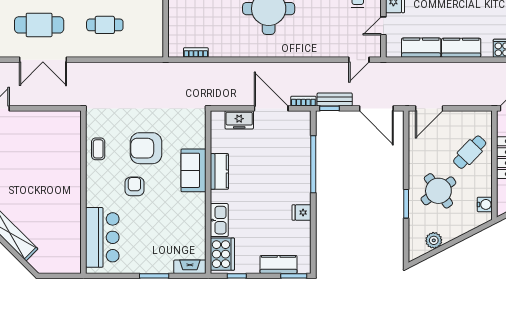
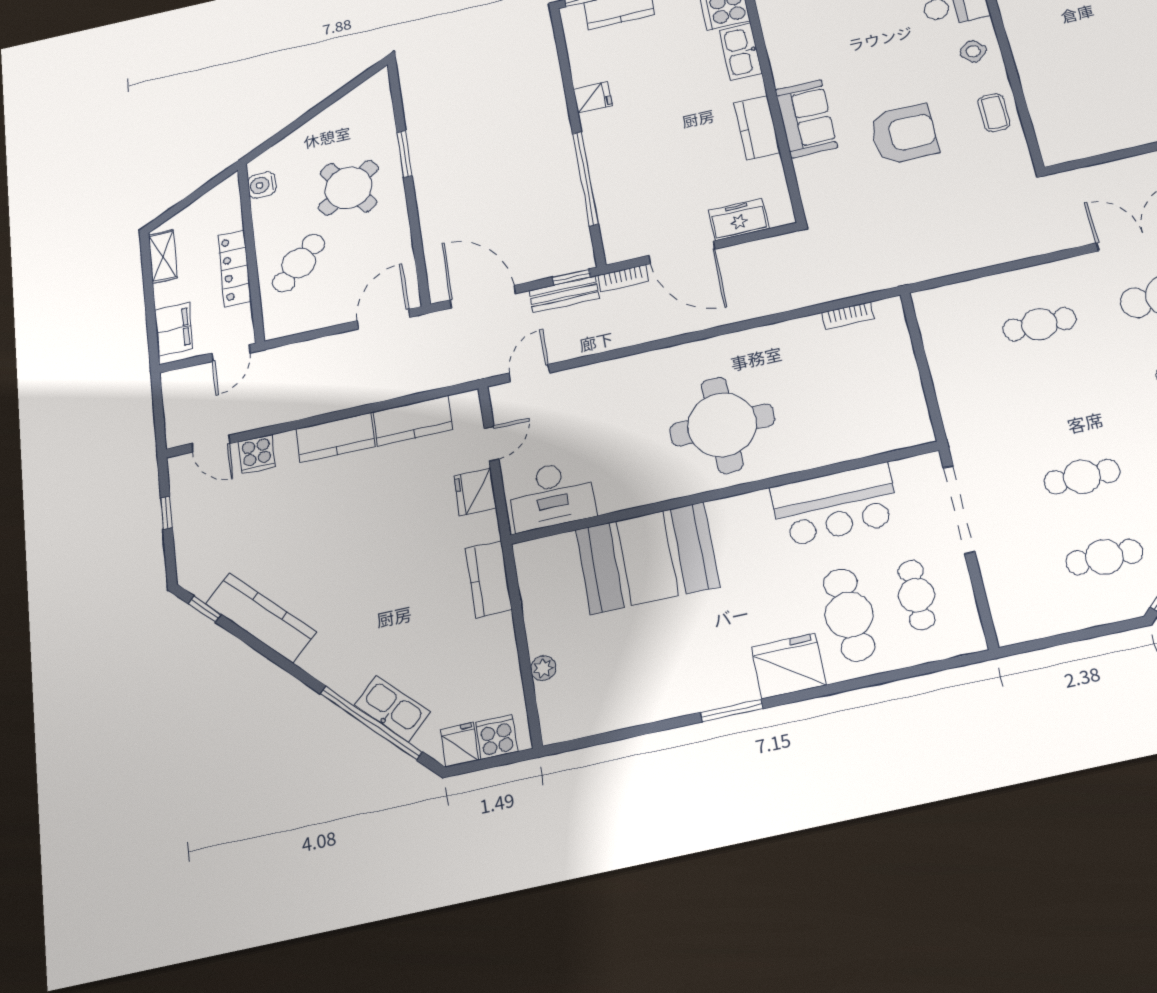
armchair: (134, 186) -> (910, 69), removed
side table: (100, 188) -> (973, 51), added
plant: (434, 240) -> (347, 108), removed

